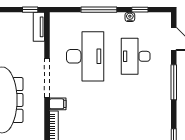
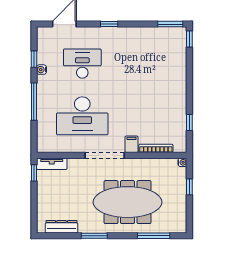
desk: (85, 56) -> (82, 116), turned 180
desk: (136, 56) -> (82, 64), turned 180
window: (174, 82) -> (109, 24), width x0.46

